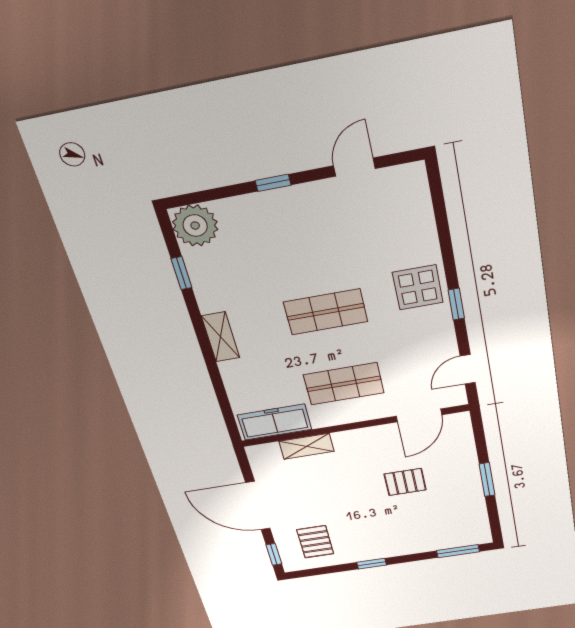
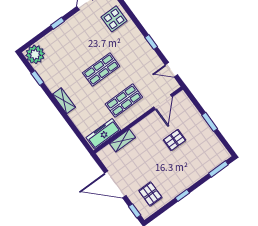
display table: (418, 287) -> (114, 19), moved
door: (468, 369) -> (171, 70), hinge flipped

